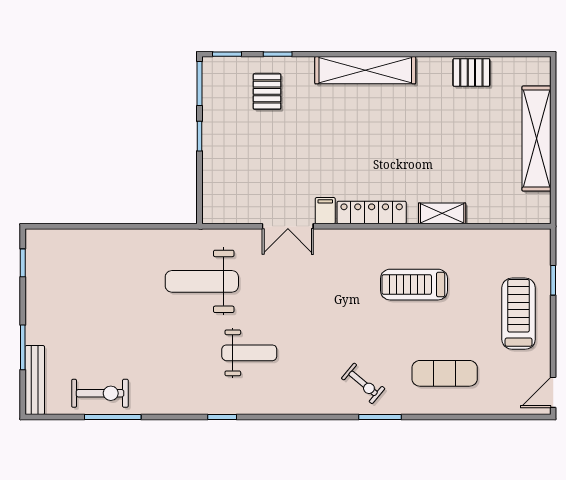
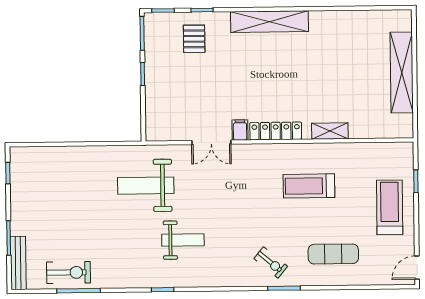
pallet: (471, 72) -> (351, 22), removed

